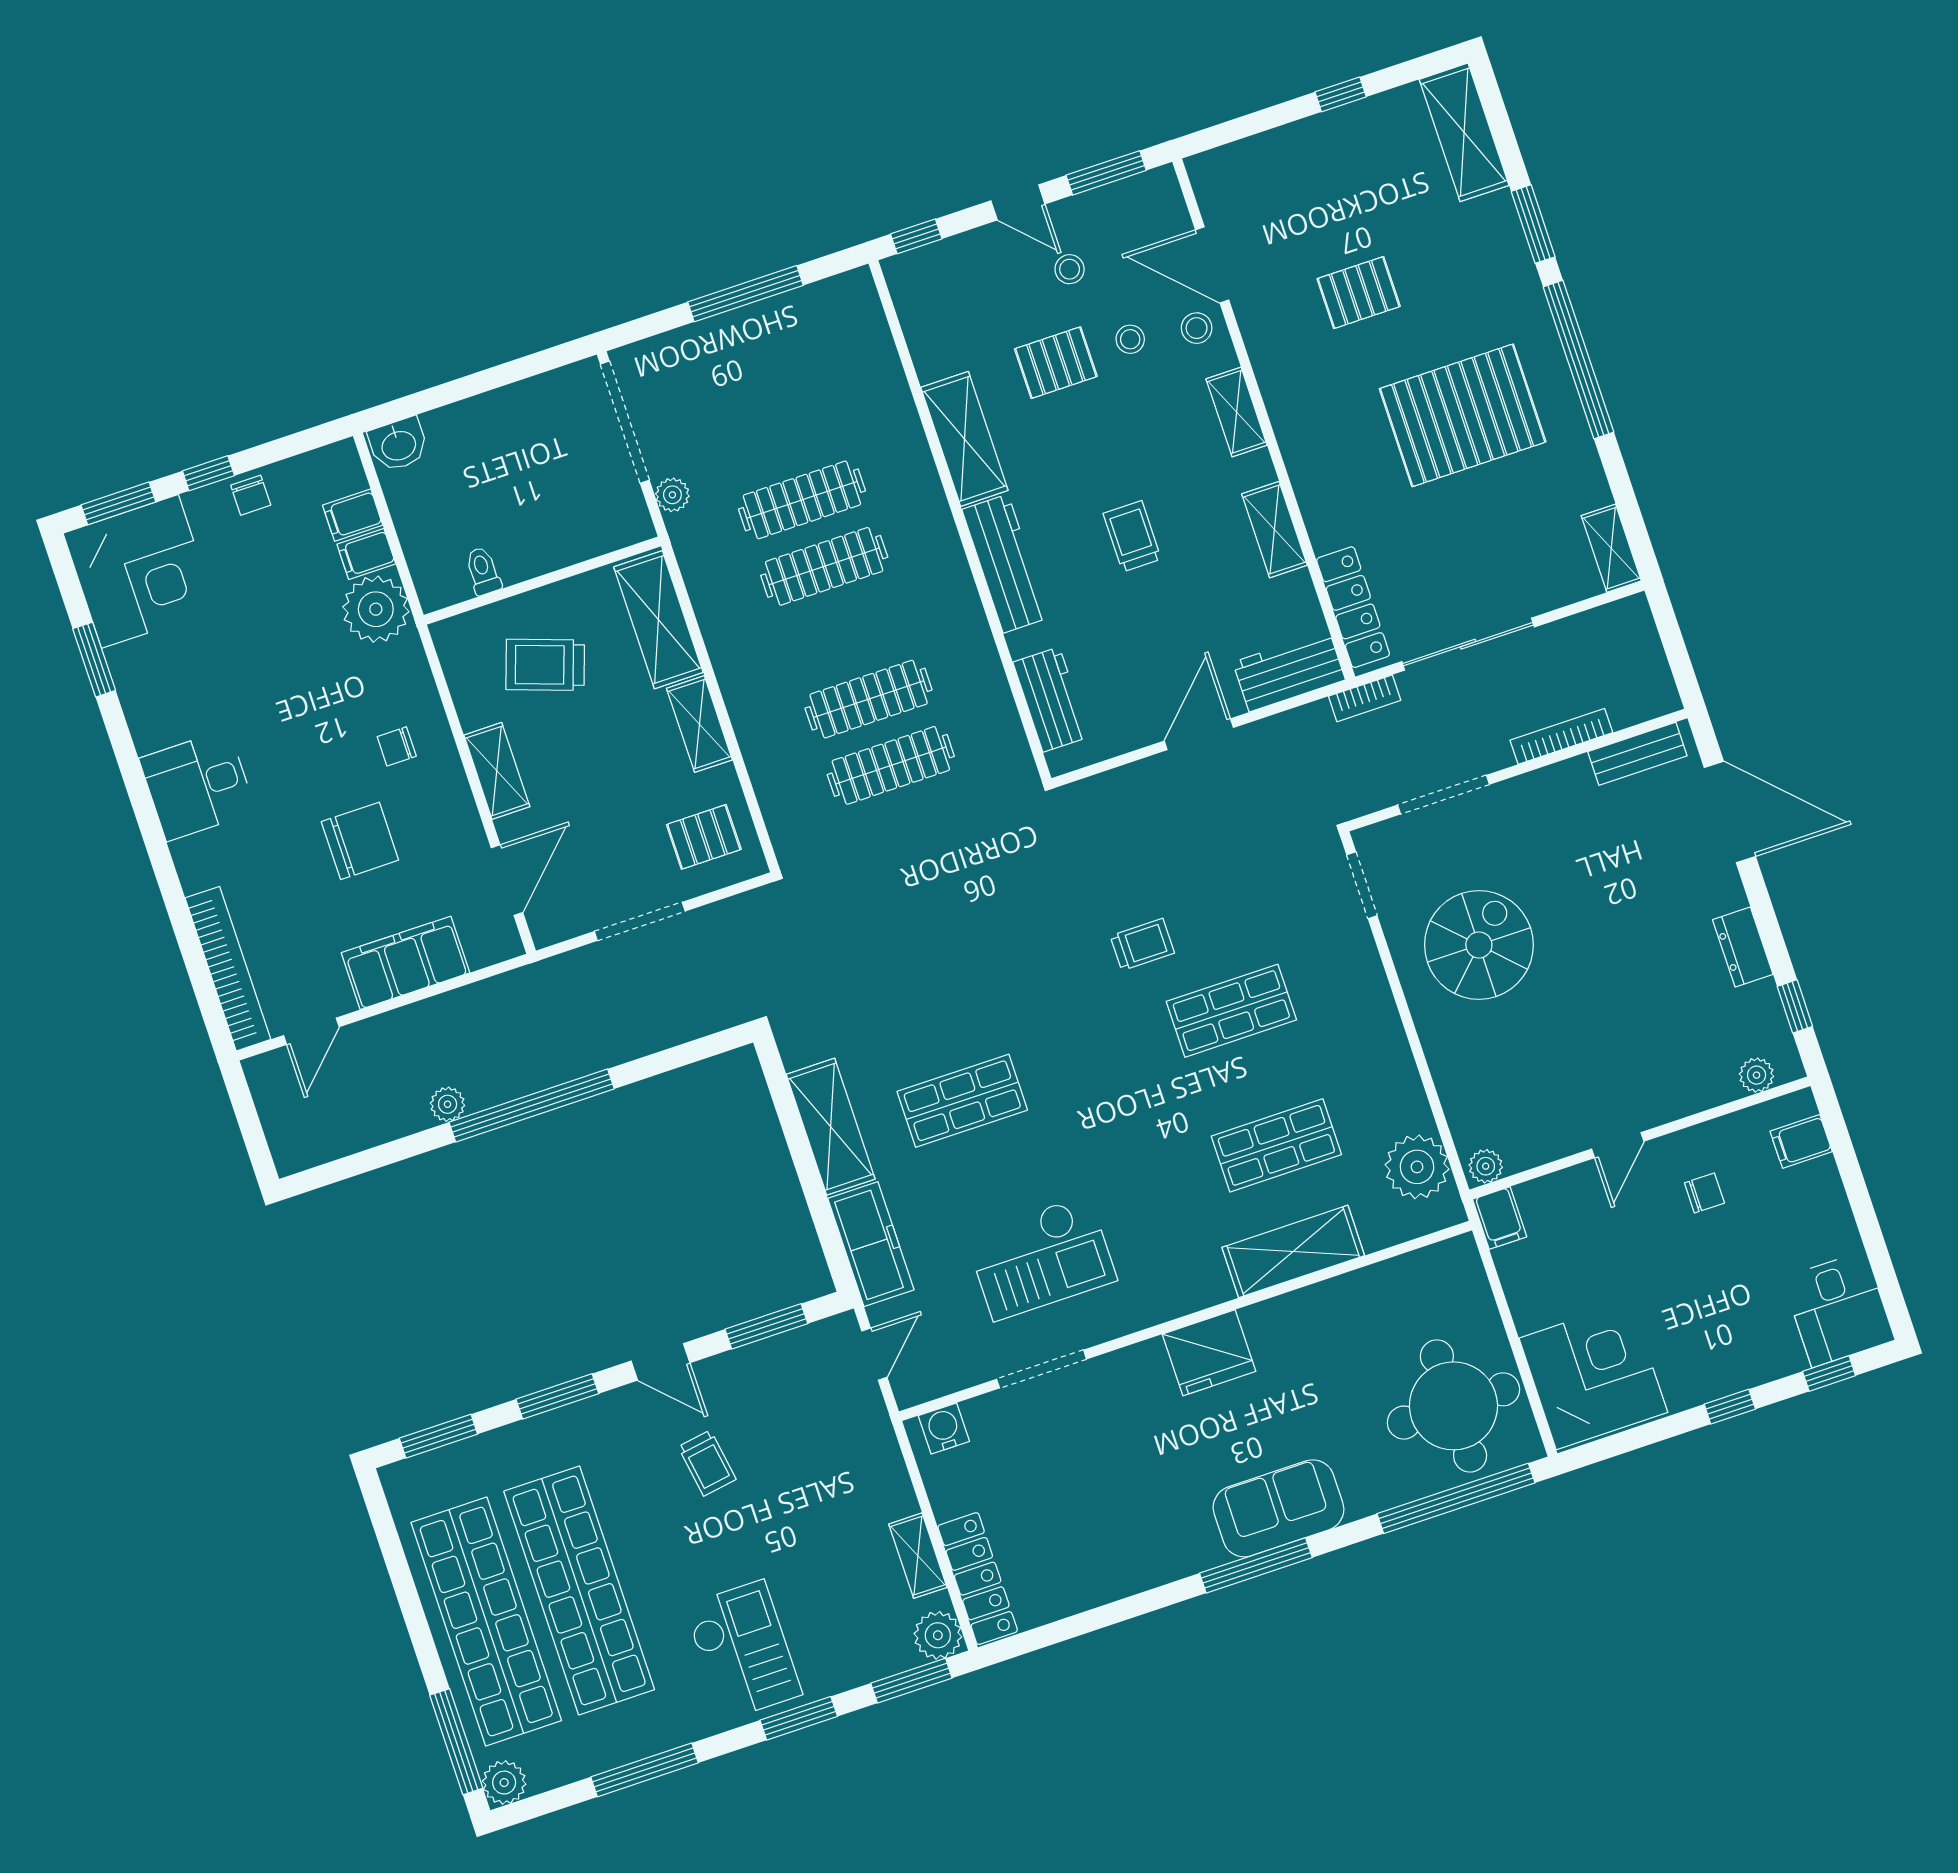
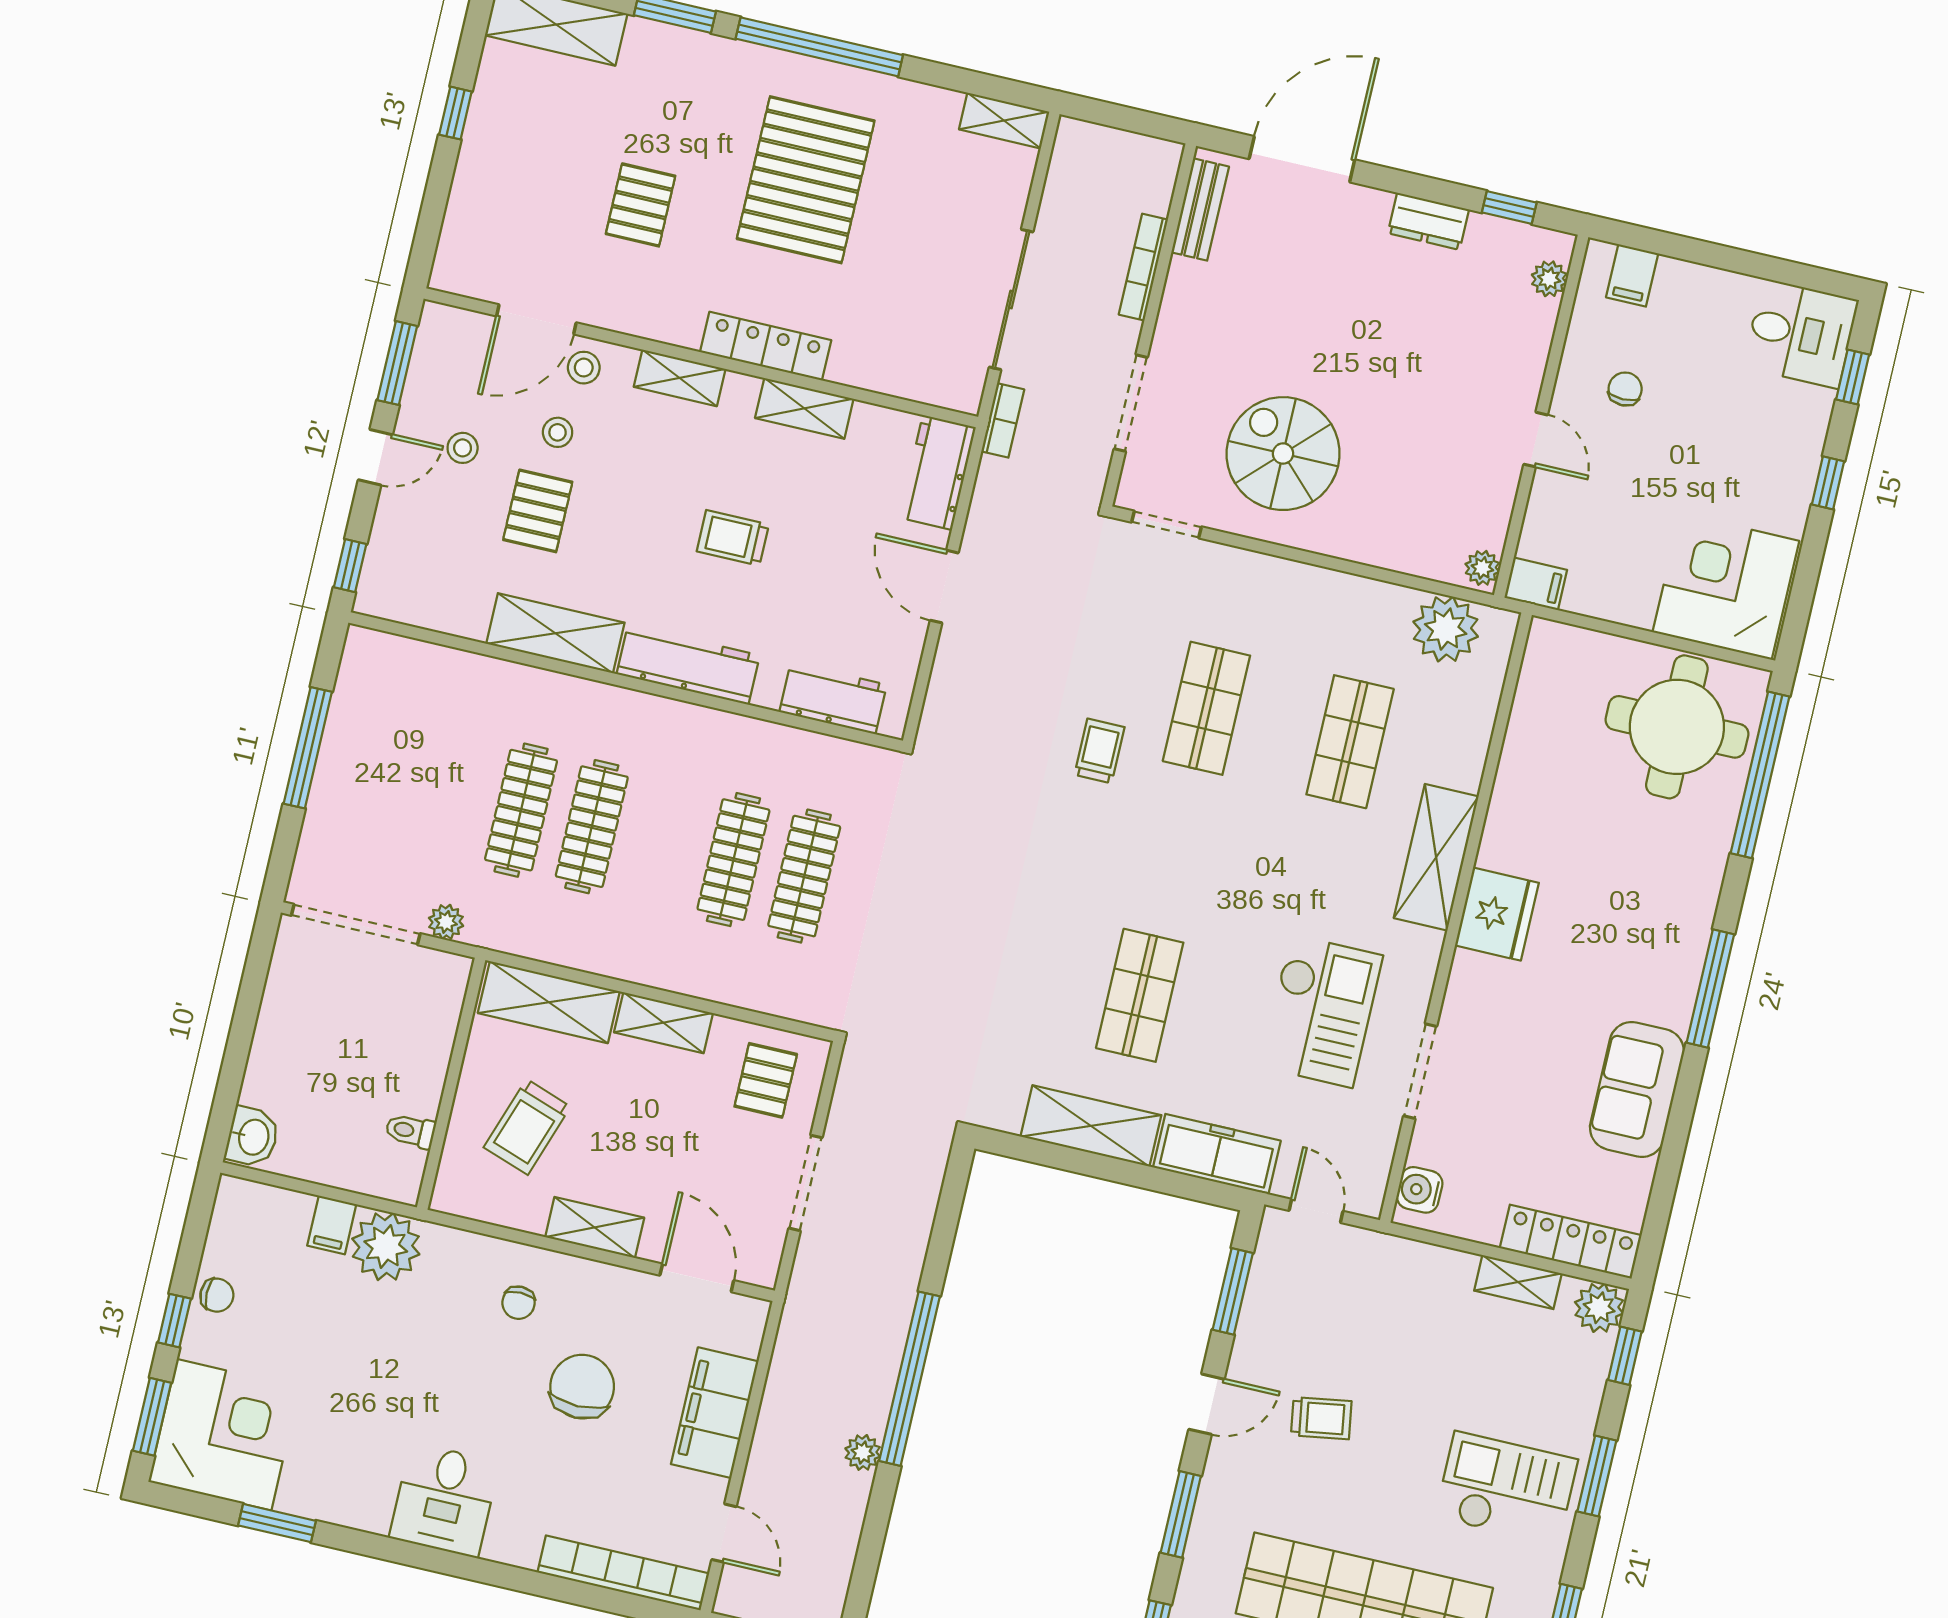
filing cabinet: (353, 515) -> (290, 1216), removed
locker: (1353, 607) -> (766, 346), moved
shelving: (1293, 1251) -> (1436, 857), moved
sofa: (1278, 1508) -> (1637, 1089), moved
window: (911, 1681) -> (1625, 1356), width x0.67

